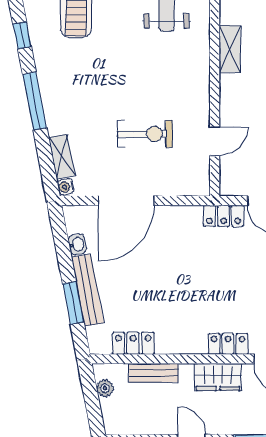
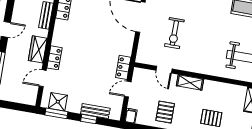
shelving: (230, 49) -> (190, 82), moved

